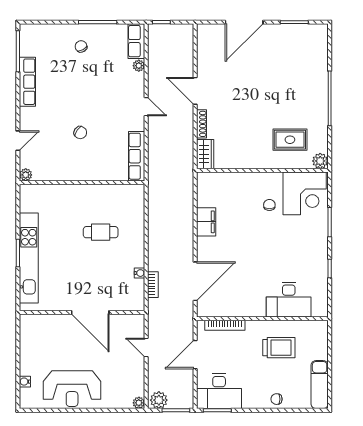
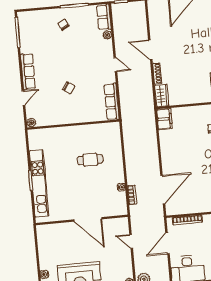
row of seats: (27, 82) -> (28, 71), moved
filing cabinet: (206, 222) -> (165, 119), moved

